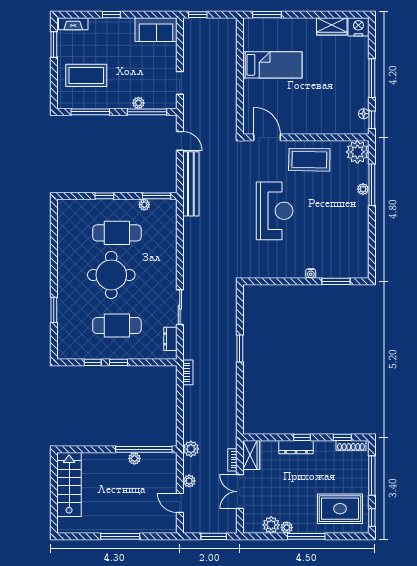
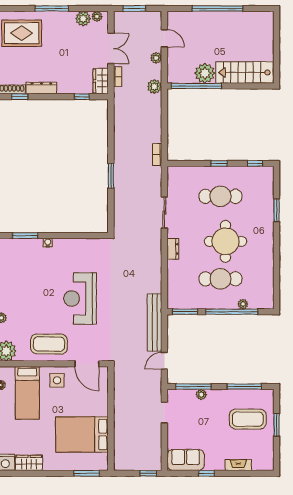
window: (111, 15) -> (207, 473), moved
fireplace: (73, 24) -> (238, 465), moved
window: (54, 44) -> (277, 425), moved
bed: (272, 65) -> (82, 434), width x1.50
bed: (334, 105) -> (27, 393), added
side table: (300, 119) -> (57, 380), added
door: (180, 141) -> (164, 361), hinge flipped
window: (104, 196) -> (232, 312), width x3.17
plant: (144, 205) -> (243, 304), moved
dresser: (170, 339) -> (173, 249), moved
window: (93, 362) -> (255, 163), moved
window: (302, 437) -> (82, 97), moved
dresser: (296, 447) -> (41, 88), moved
plant: (134, 458) -> (205, 73), width x1.87, depth x1.87
stairs: (69, 485) -> (245, 72), moved, turned 90
plant: (287, 528) -> (97, 16), moved
window: (120, 536) -> (218, 8), width x1.46

